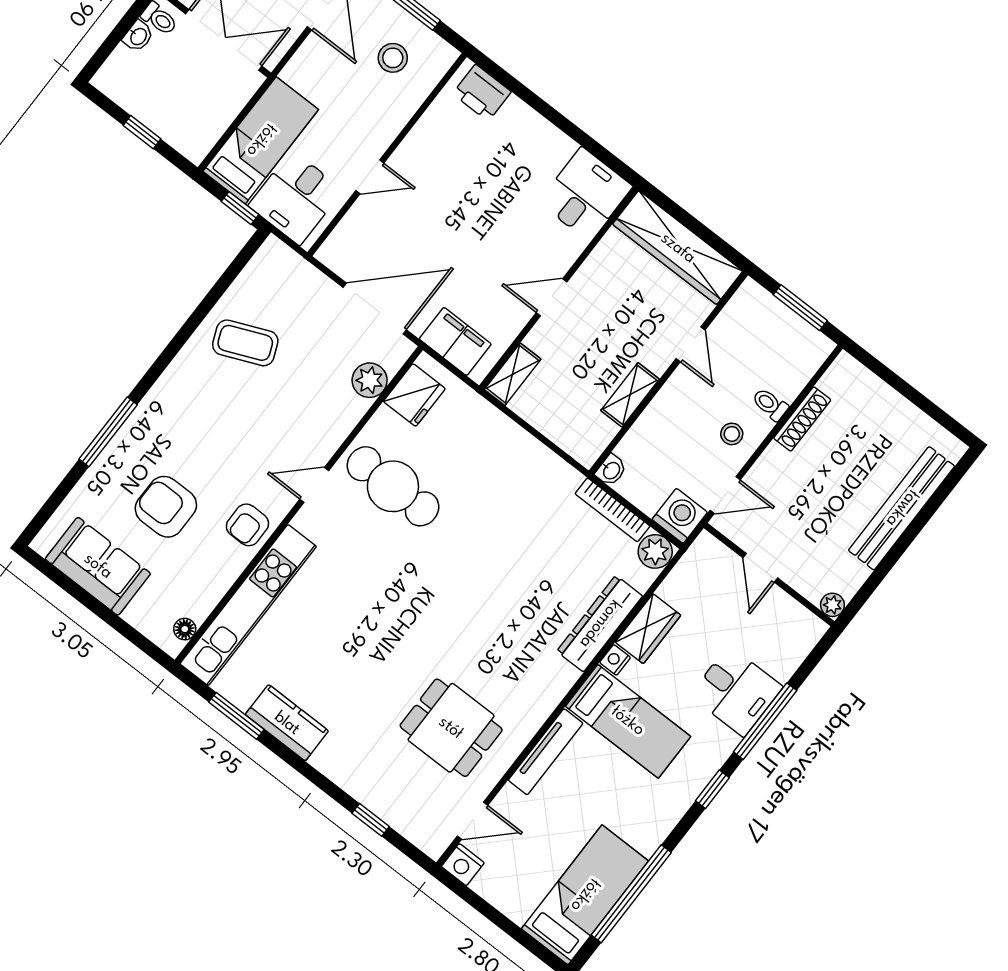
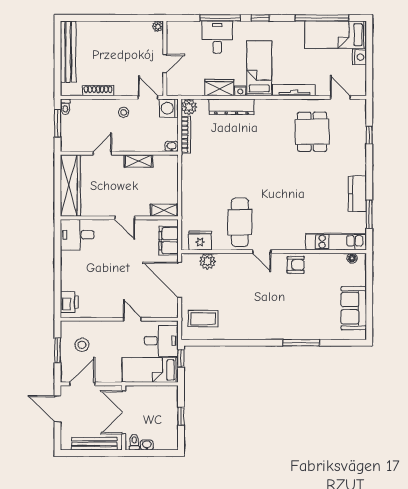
coffee table: (245, 343) -> (203, 319), moved, turned -67
toilet: (770, 404) -> (65, 107), moved
armchair: (166, 507) -> (312, 300), removed
bench: (902, 508) -> (68, 52), moved, turned 90
kitchen unit: (248, 605) -> (336, 242), width x0.73
nightstand: (463, 865) -> (359, 57), moved

